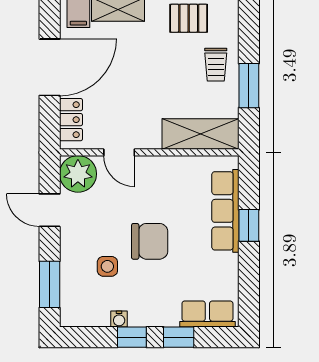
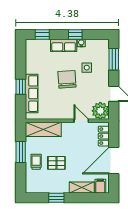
pallet: (189, 18) -> (56, 163), moved
chair: (150, 241) -> (67, 79), turned 86
row of seats: (207, 314) -> (64, 45), moved
window: (179, 337) -> (42, 35), moved

